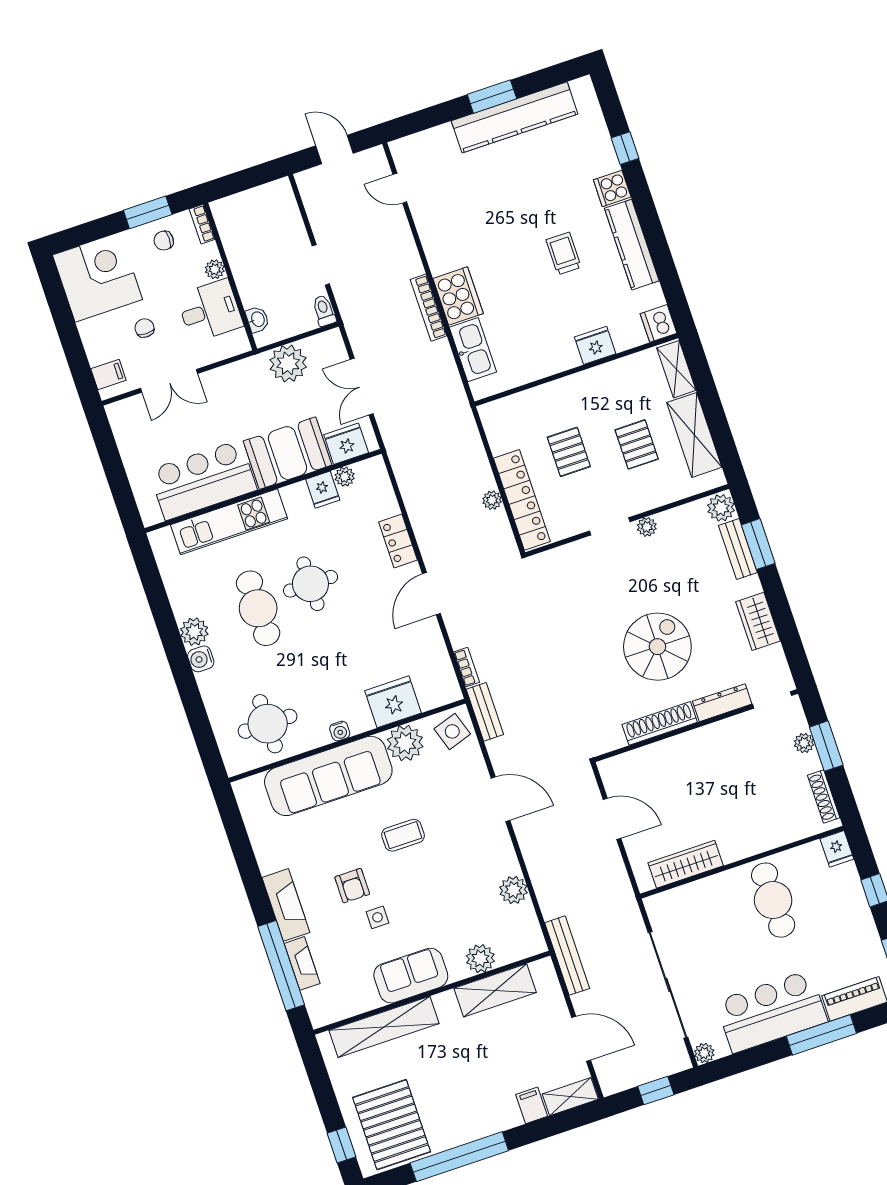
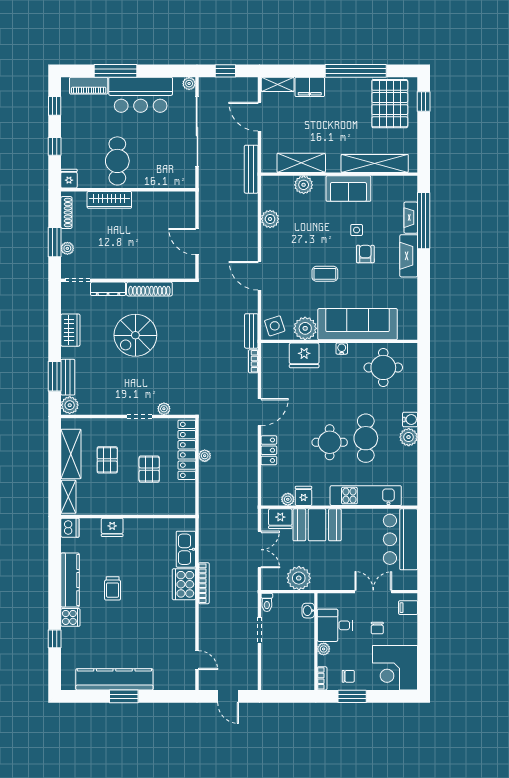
bar counter: (203, 480) -> (400, 539), moved, turned 90
plant: (647, 527) -> (164, 409), moved
wardrobe: (686, 864) -> (109, 200), moved
filing cabinet: (532, 1105) -> (310, 87), width x2.00

